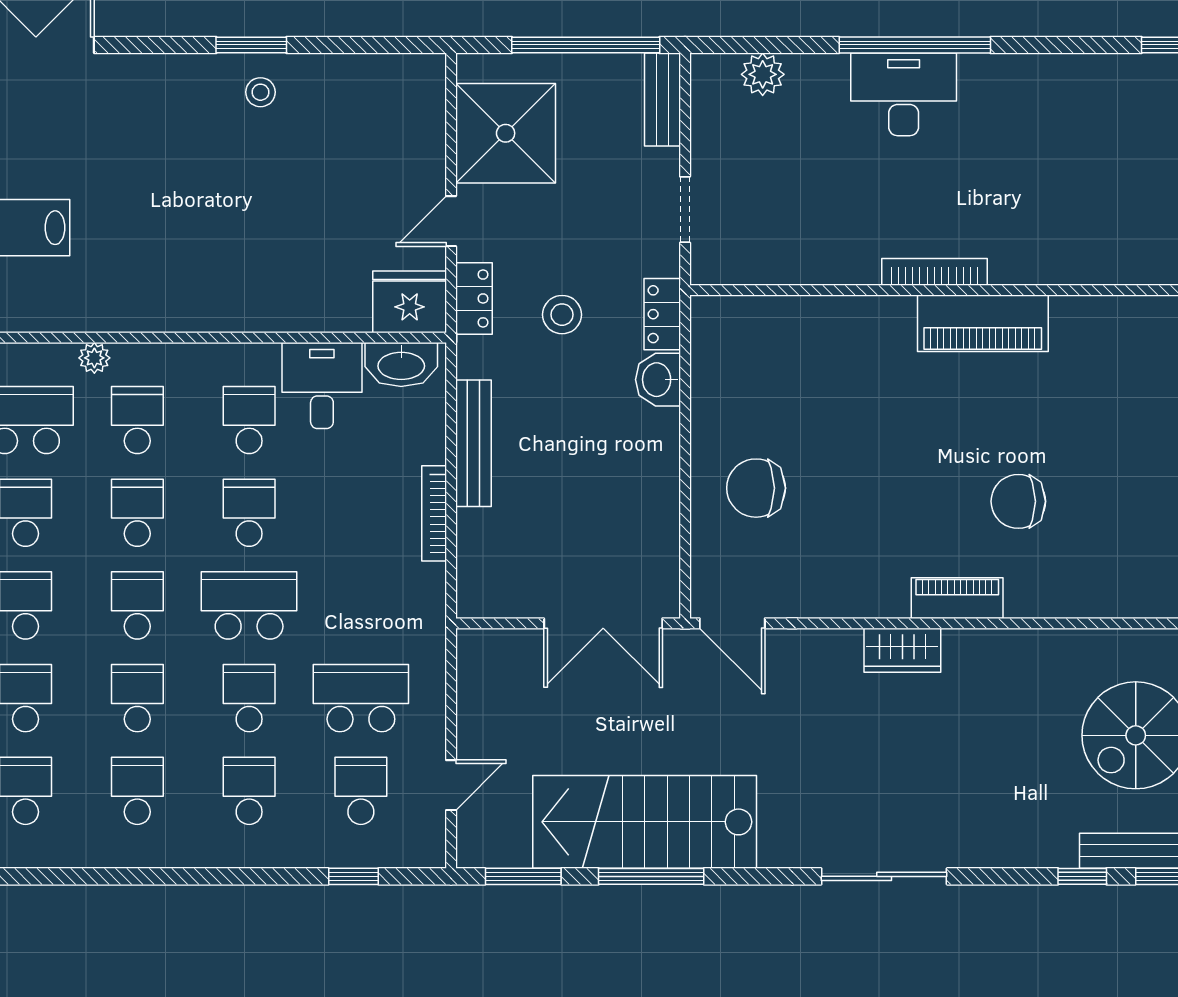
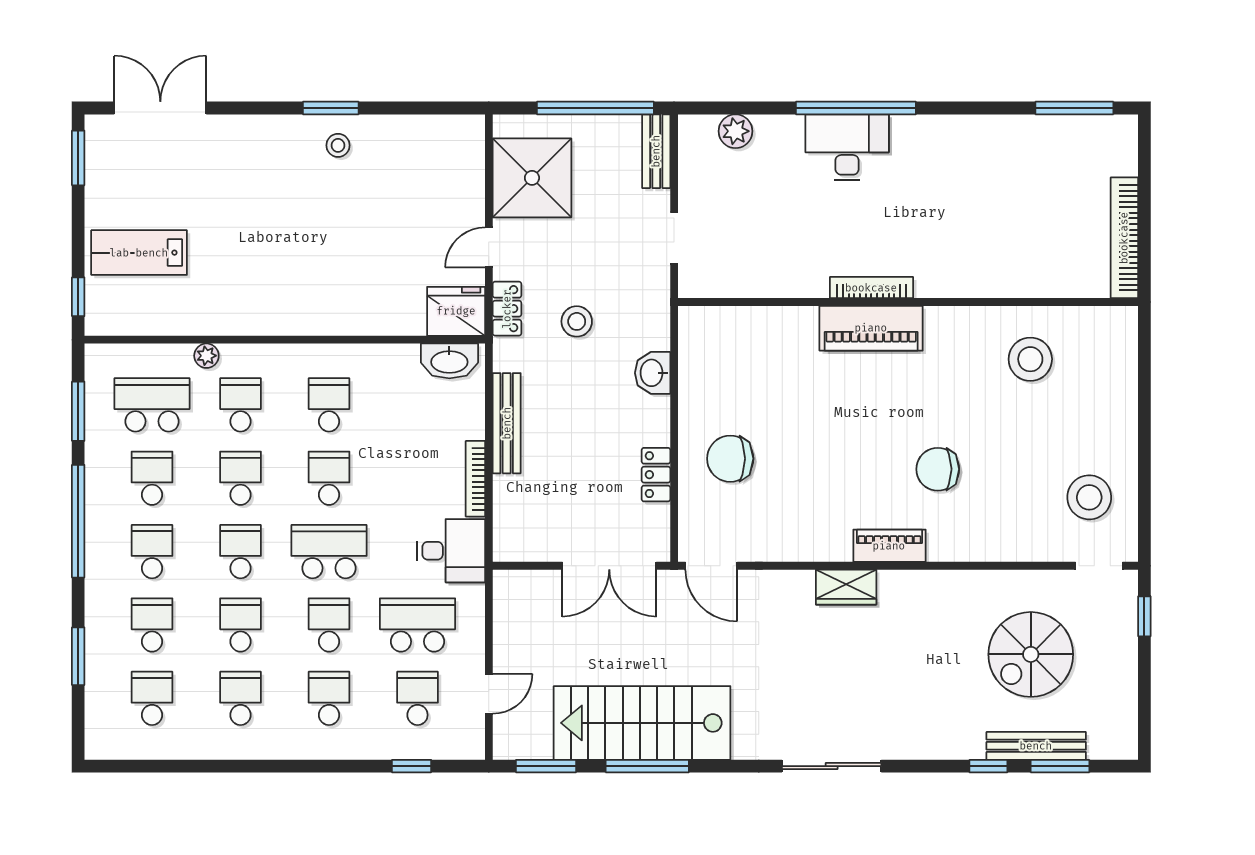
locker: (662, 314) -> (656, 475), moved
piano: (983, 323) -> (871, 328), moved
stool: (1135, 362) -> (1030, 359), added
desk: (322, 386) -> (451, 551), moved, turned 90

